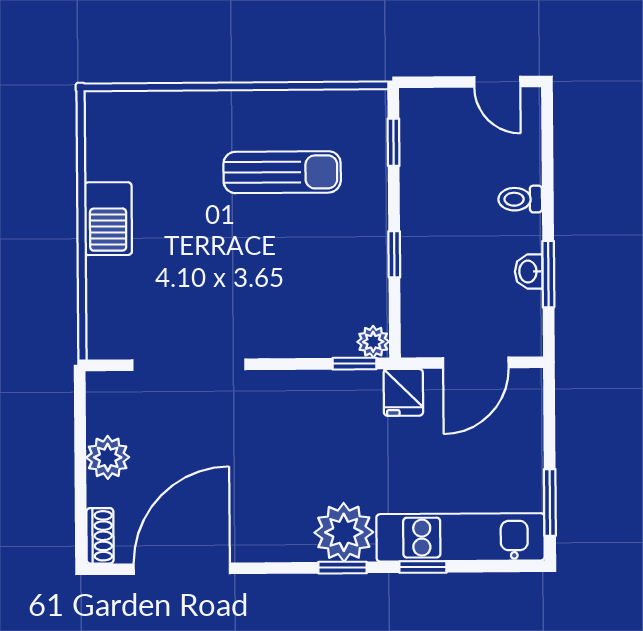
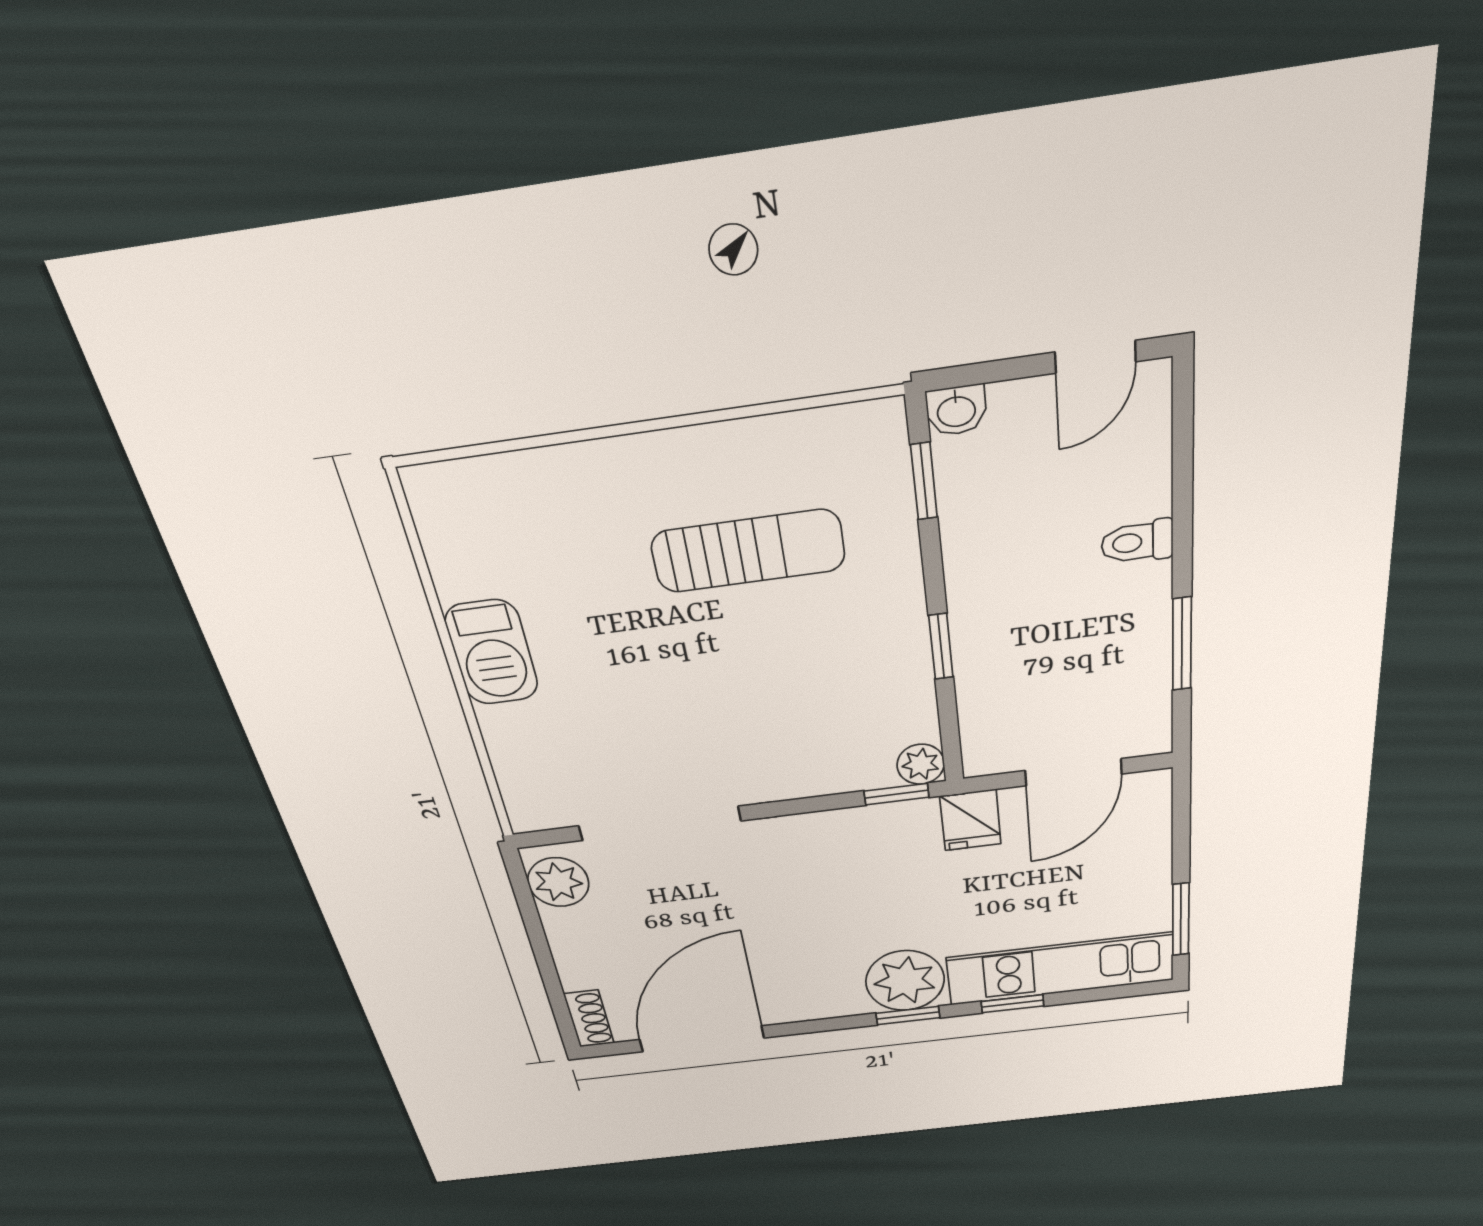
door: (497, 82) -> (1095, 357), hinge flipped
washbasin: (529, 272) -> (956, 410), moved, turned -90
plant: (108, 457) -> (558, 882), moved

